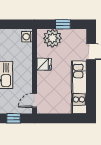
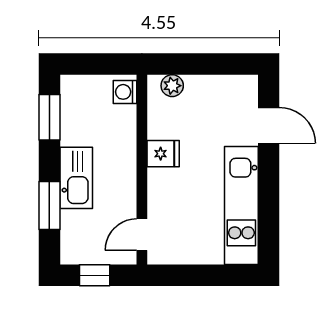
window: (63, 24) -> (206, 64), removed
plant: (52, 38) -> (172, 86), width x0.53, depth x0.53

